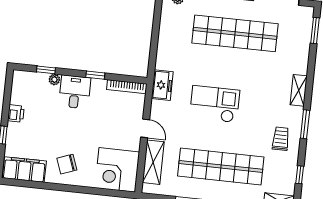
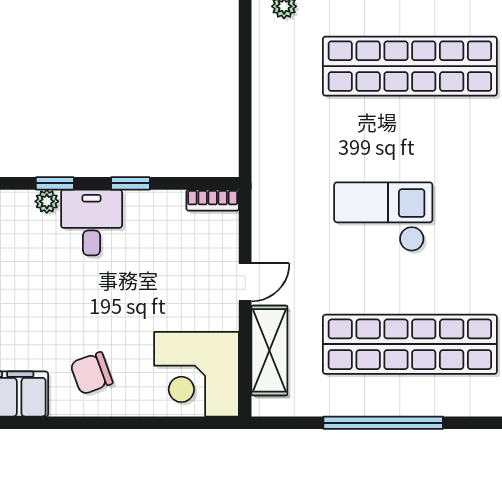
window: (46, 70) -> (55, 183), moved
freezer: (162, 85) -> (271, 189), removed
bookcase: (127, 87) -> (213, 200), width x0.64
door: (145, 128) -> (245, 282), hinge flipped

